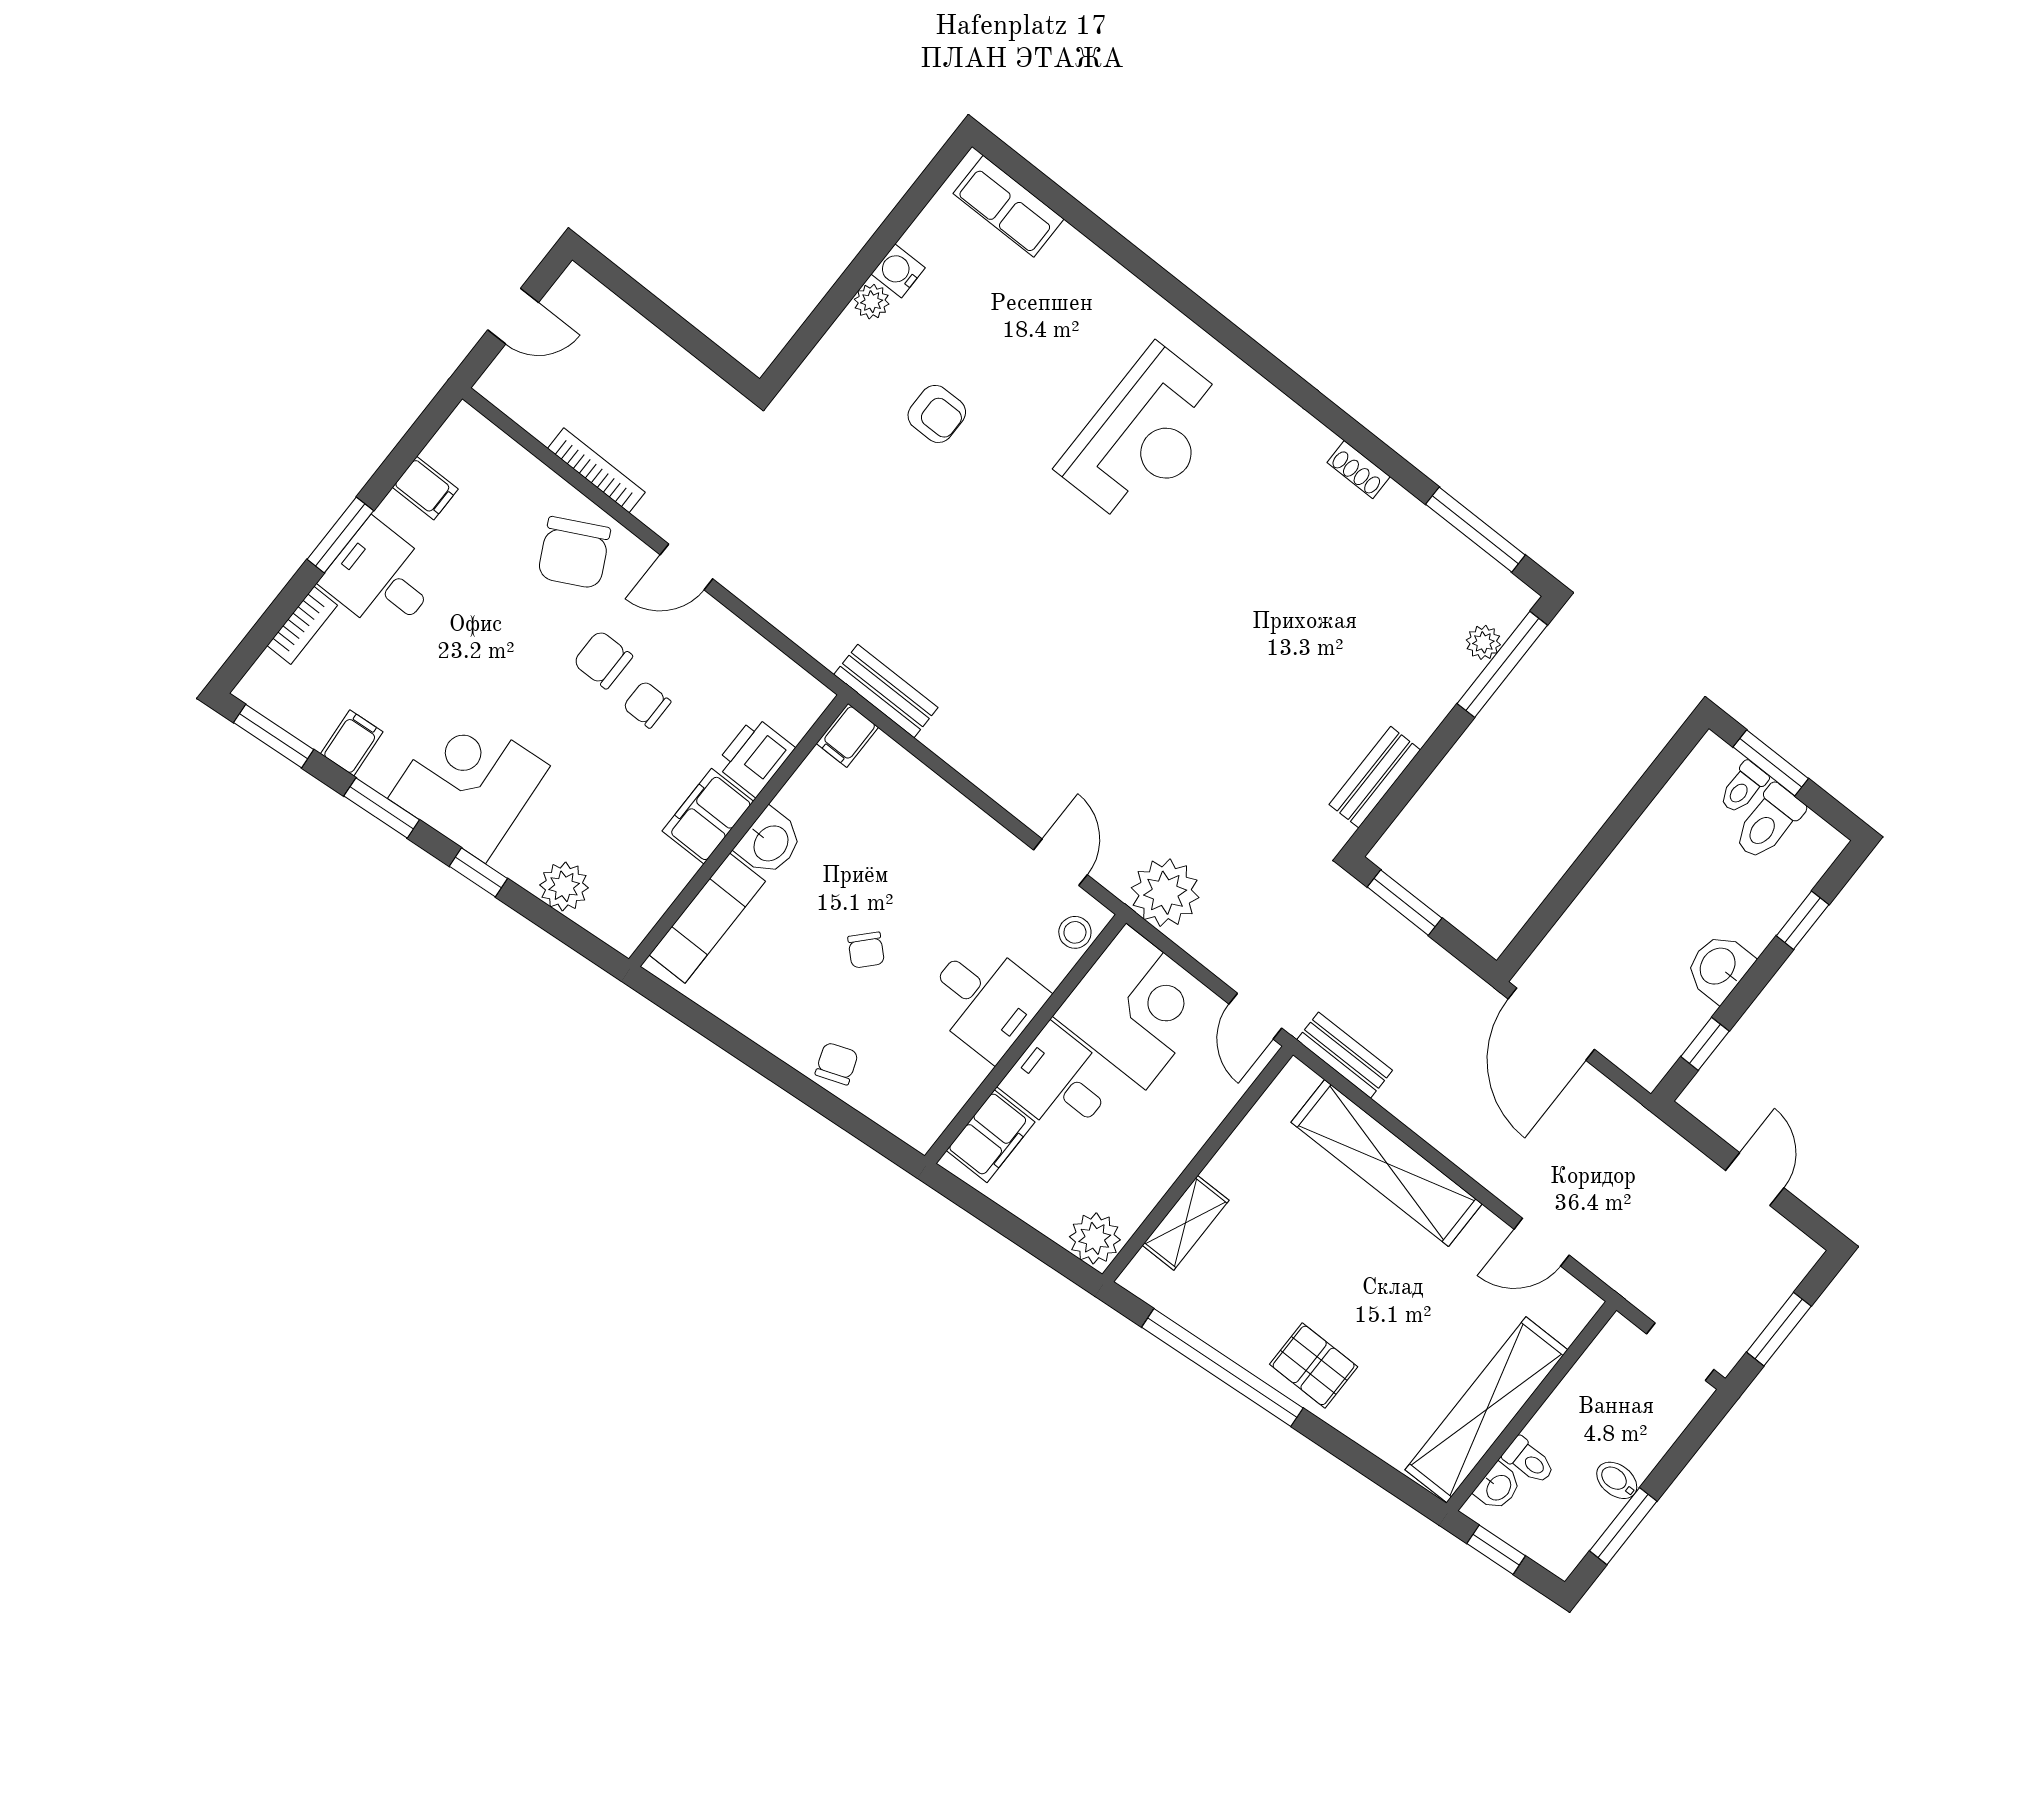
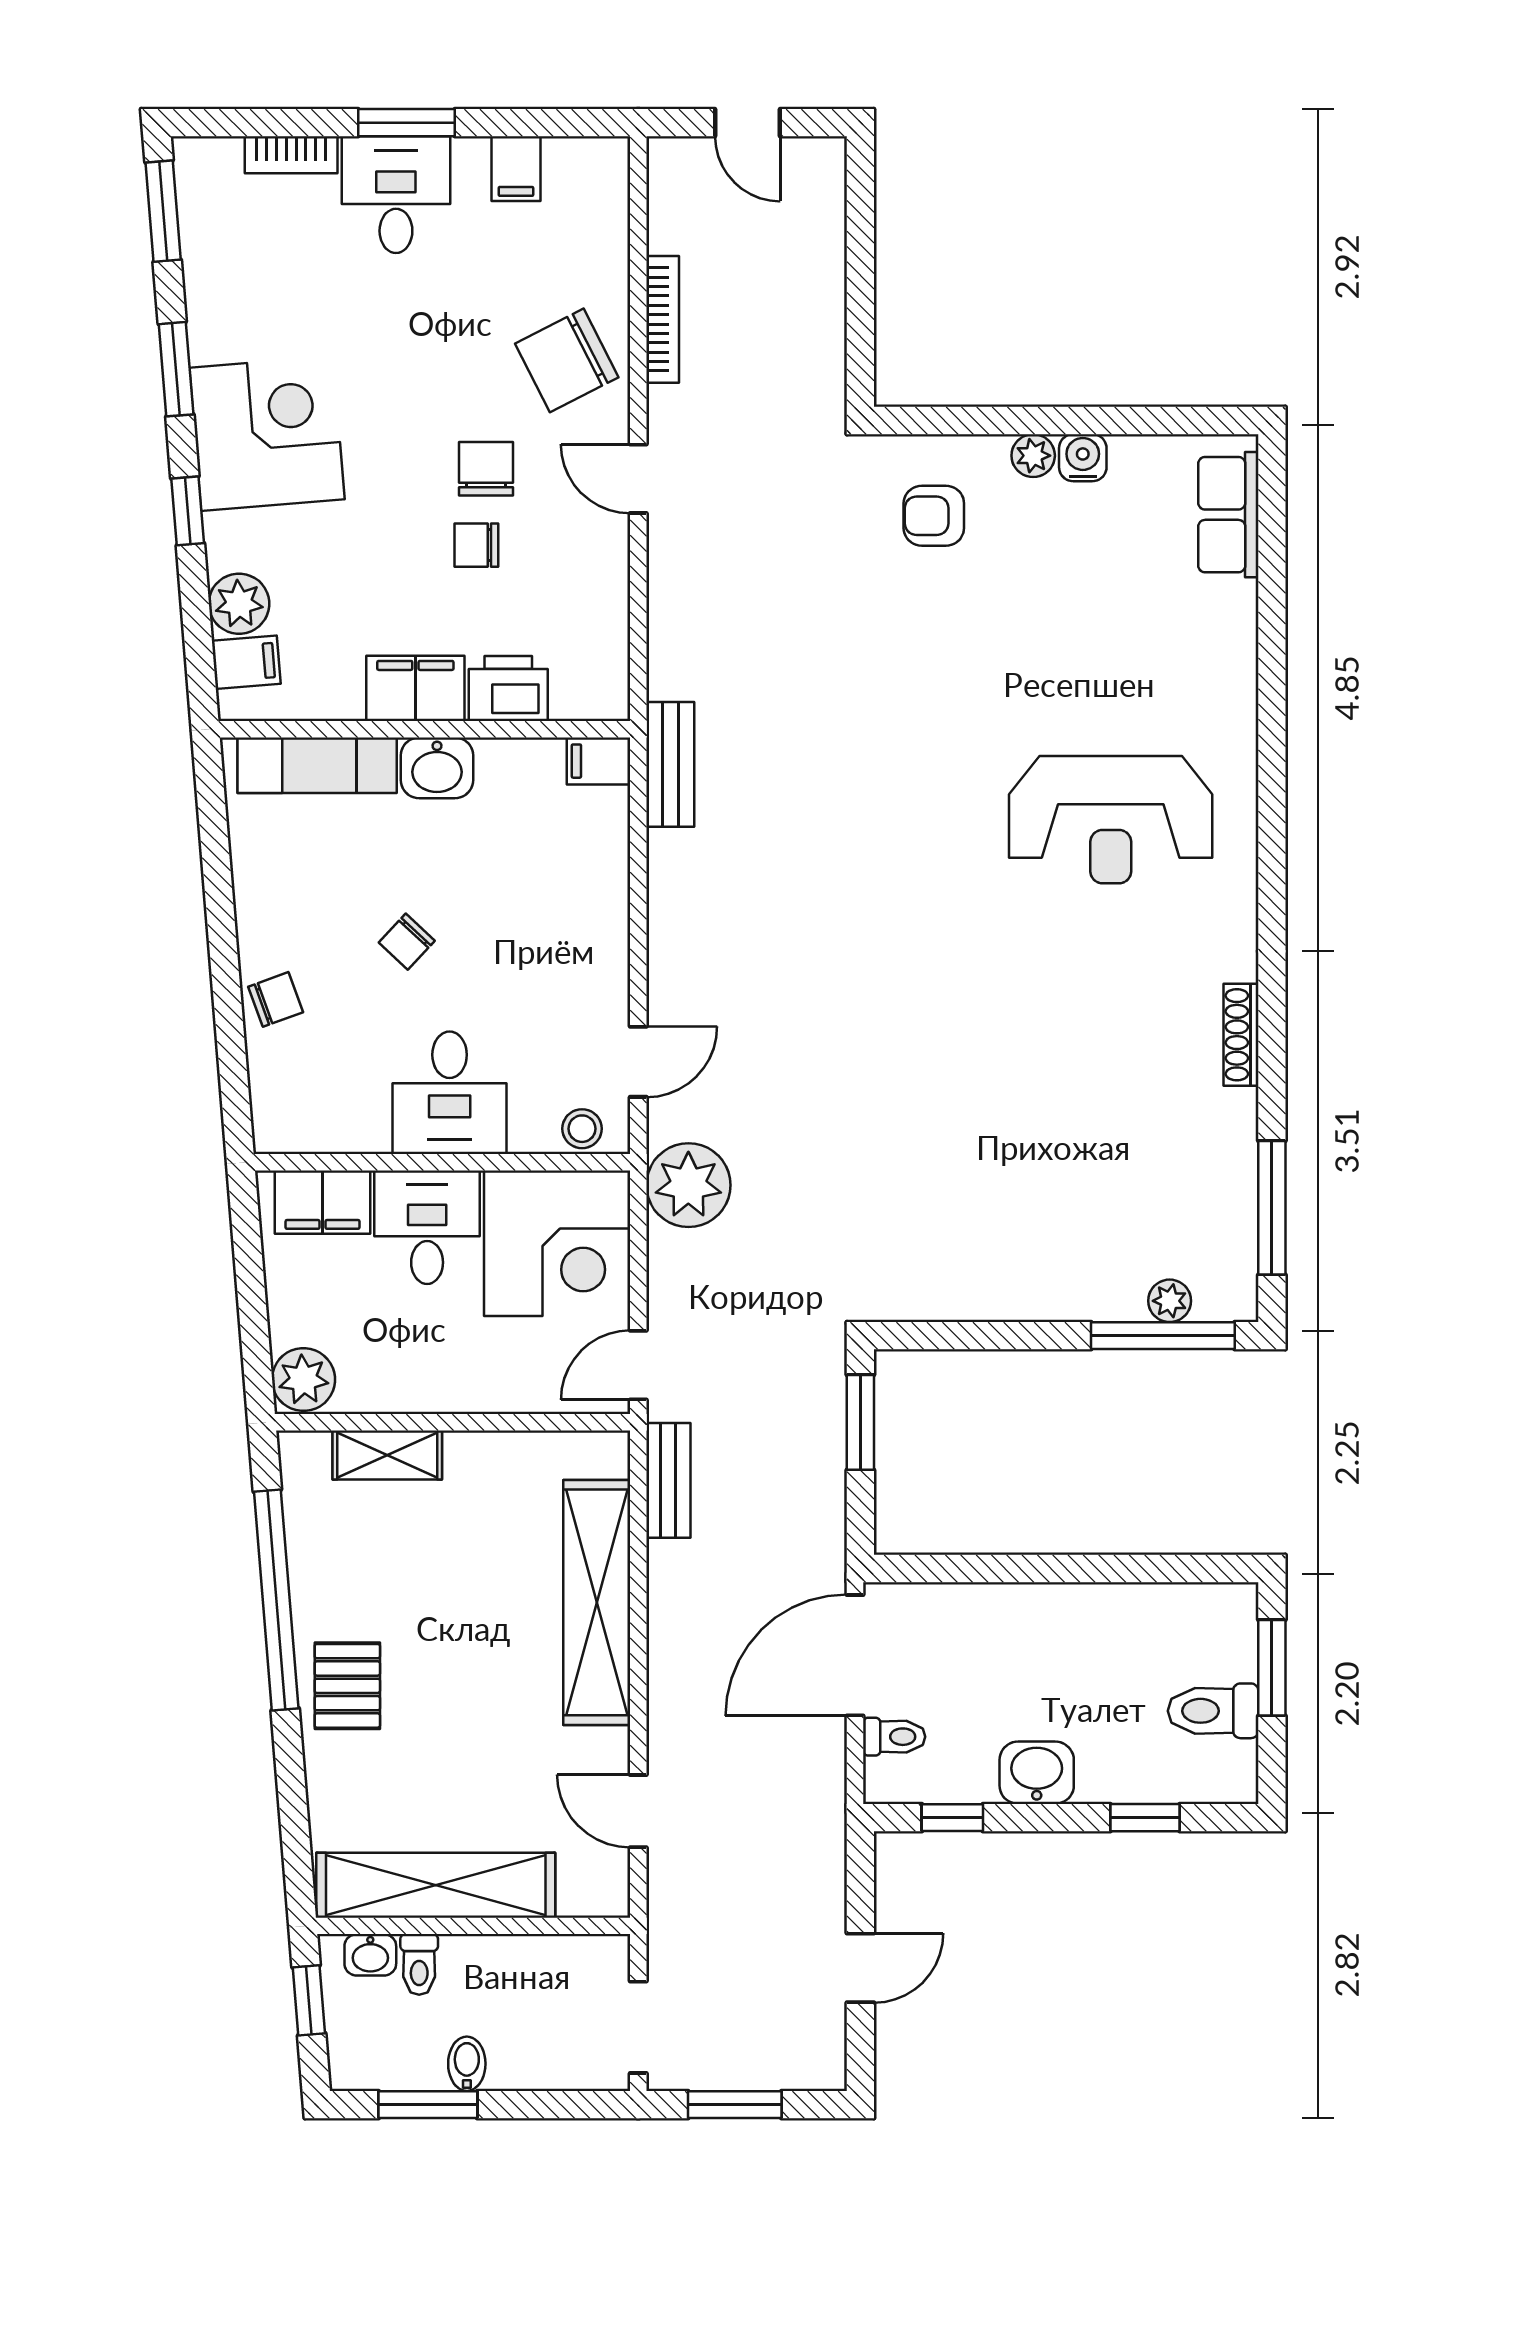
armchair: (937, 414) -> (934, 516), moved, turned 90
shoe rack: (1359, 470) -> (1241, 1035), width x1.43
chair: (647, 704) -> (476, 545), turned -90
filing cabinet: (352, 743) -> (246, 662), moved
bench: (1375, 777) -> (958, 1299), removed
toilet: (1743, 787) -> (894, 1737), moved, turned 180

